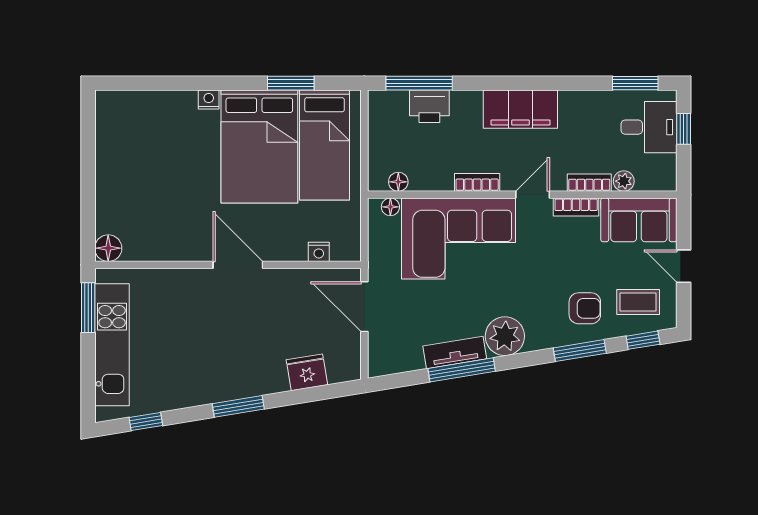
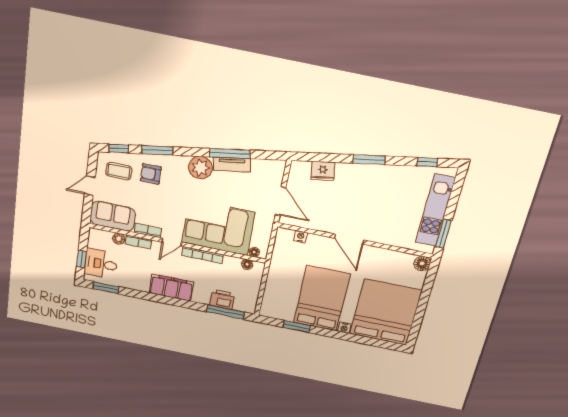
bed: (325, 145) -> (386, 312), moved, width x2.04
bookcase: (477, 182) -> (202, 255), width x1.56
door: (684, 266) -> (90, 186), swing flipped

